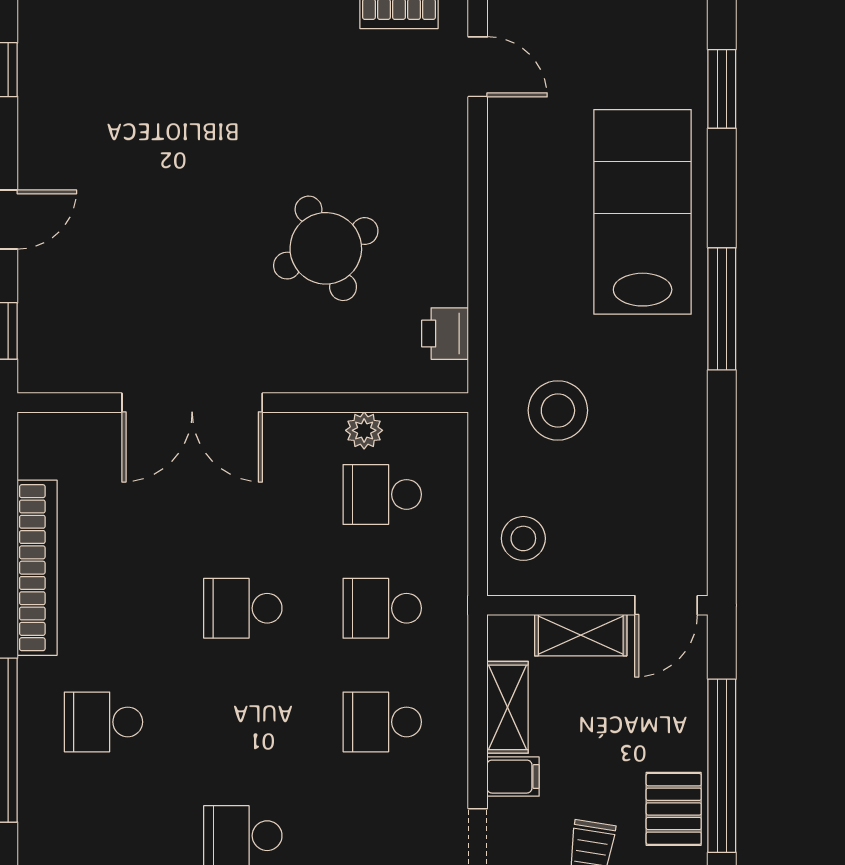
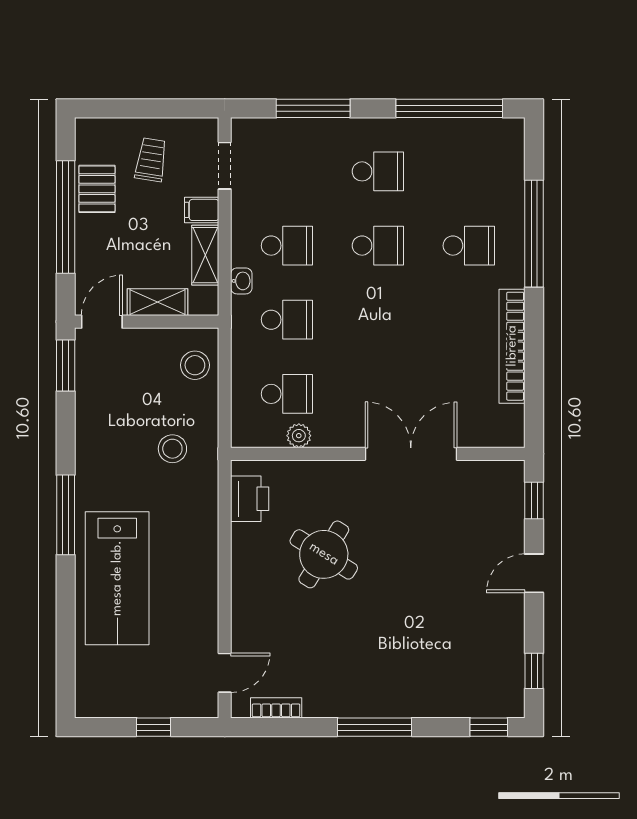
door: (478, 67) -> (225, 673), swing flipped
window: (722, 89) -> (66, 366), moved
round table: (326, 248) -> (324, 554), turned -34
printer: (445, 334) -> (250, 499), width x1.36, depth x1.24
stool: (558, 410) -> (172, 449), width x0.73, depth x0.73
school desk: (243, 608) -> (378, 246), moved
washbasin: (452, 668) -> (241, 281), added

